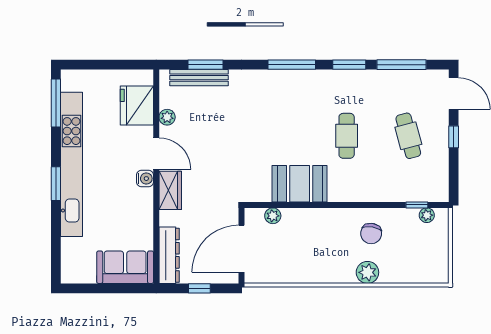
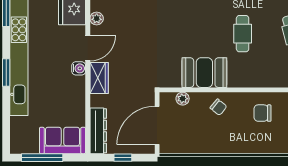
door: (156, 154) -> (88, 48), hinge flipped
chair: (317, 226) -> (218, 107), added
chair: (371, 234) -> (262, 113), turned 81
plant: (367, 272) -> (260, 145), removed
window: (100, 288) -> (42, 158), added

